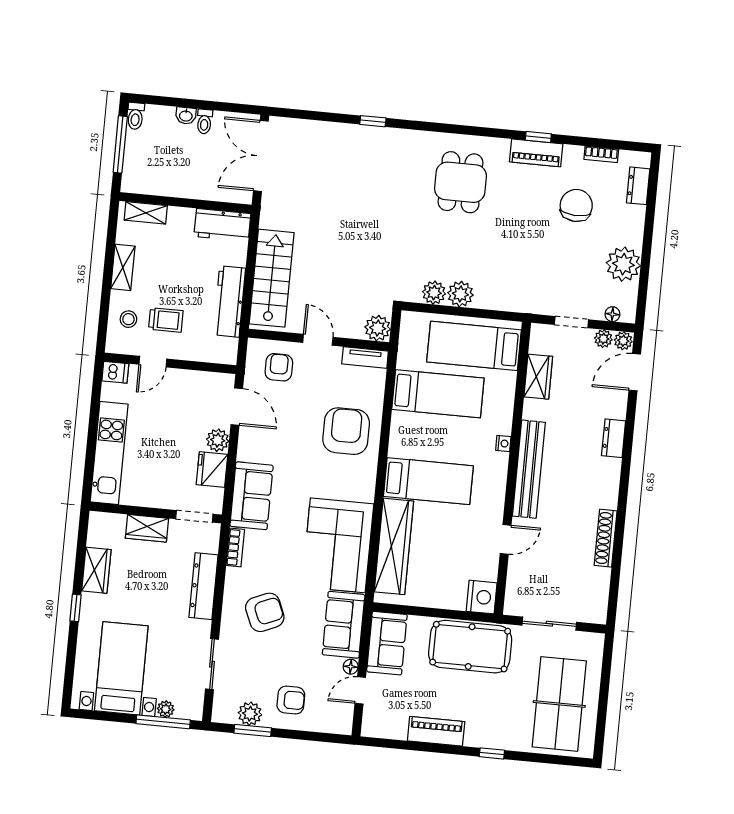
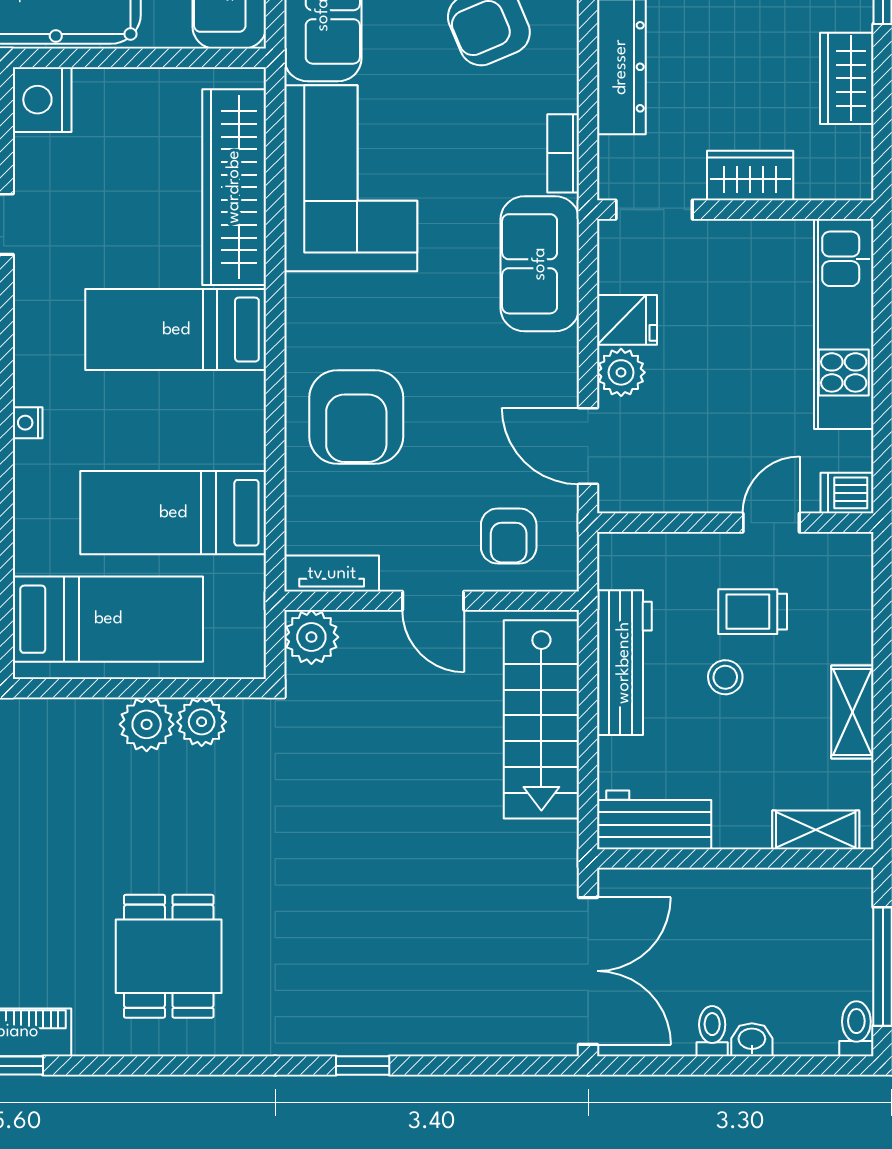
stool: (128, 319) -> (725, 677), moved
fridge: (212, 470) -> (627, 320), width x0.72

